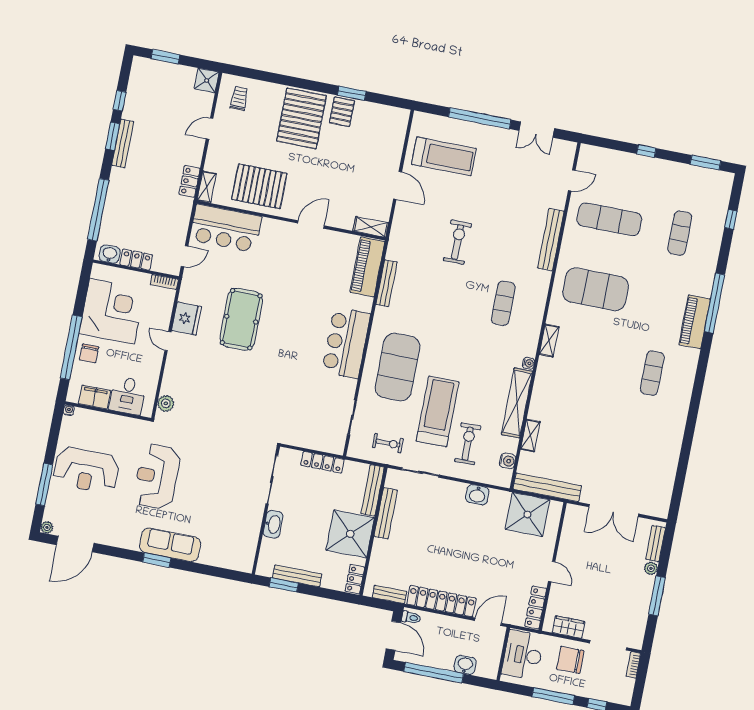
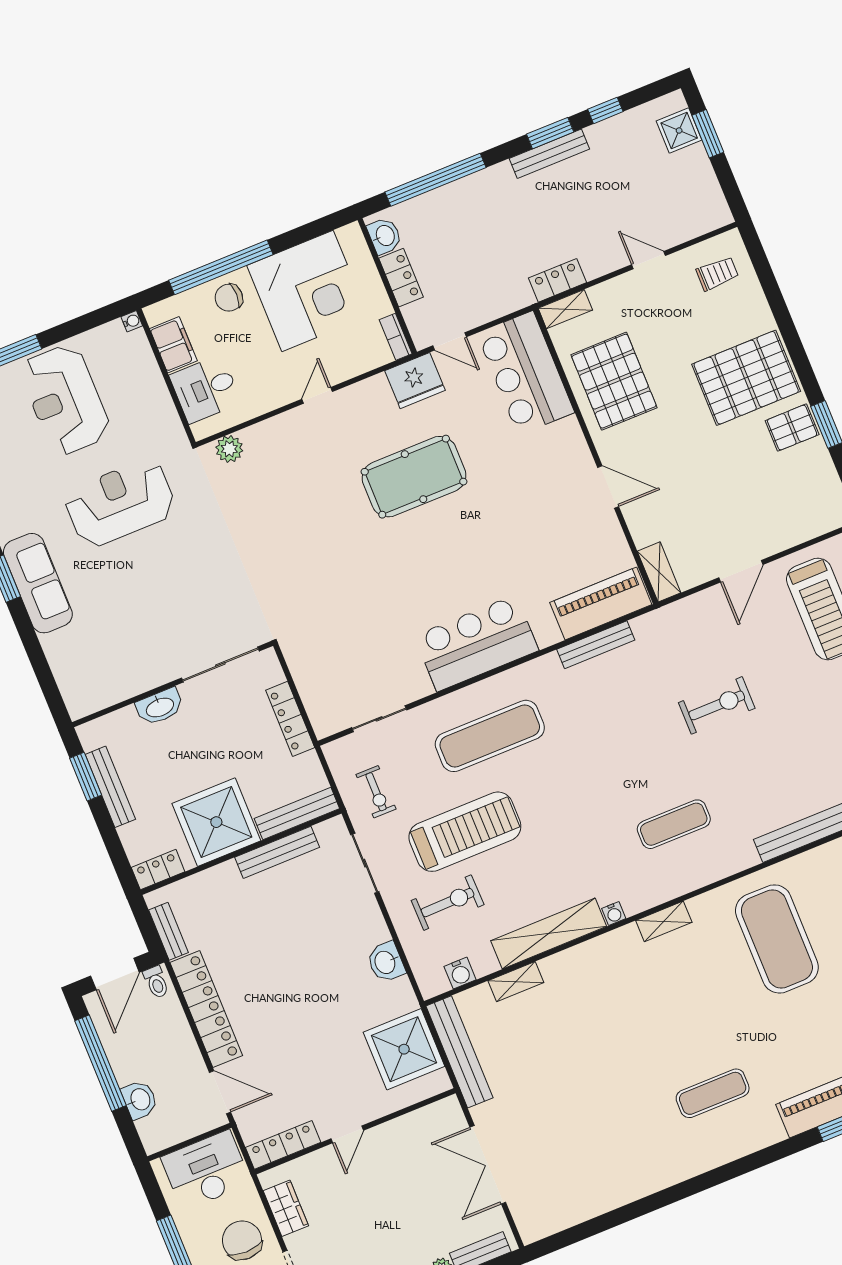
shower: (207, 80) -> (679, 130), moved
fridge: (187, 319) -> (415, 381), moved
exercise mat: (398, 367) -> (490, 736), width x0.68

